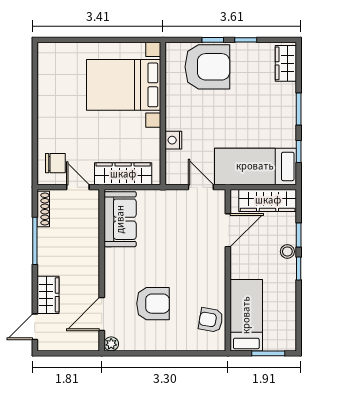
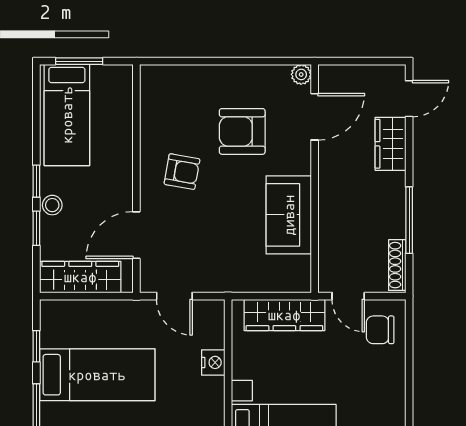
bed: (255, 166) -> (97, 375), moved
sofa: (120, 219) -> (289, 215), moved
bed: (246, 315) -> (67, 115), moved
armchair: (211, 320) -> (182, 172), moved

